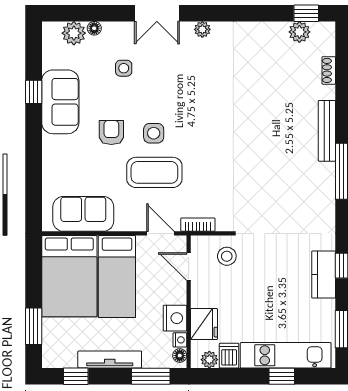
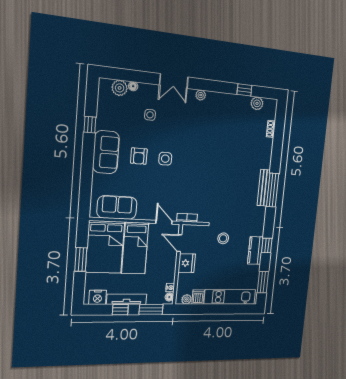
window: (306, 13) -> (244, 90), moved
sofa: (60, 102) -> (106, 152), moved
bench: (327, 131) -> (264, 188), moved
armchair: (111, 132) -> (139, 156), turned 180
coffee table: (154, 172) -> (164, 184), removed
stool: (227, 256) -> (223, 238), moved
nightstand: (175, 318) -> (97, 297), moved, turned 90
fridge: (204, 324) -> (187, 263), moved
window: (34, 326) -> (81, 260), moved
window: (76, 376) -> (120, 310), moved
window: (282, 376) -> (227, 309), removed

